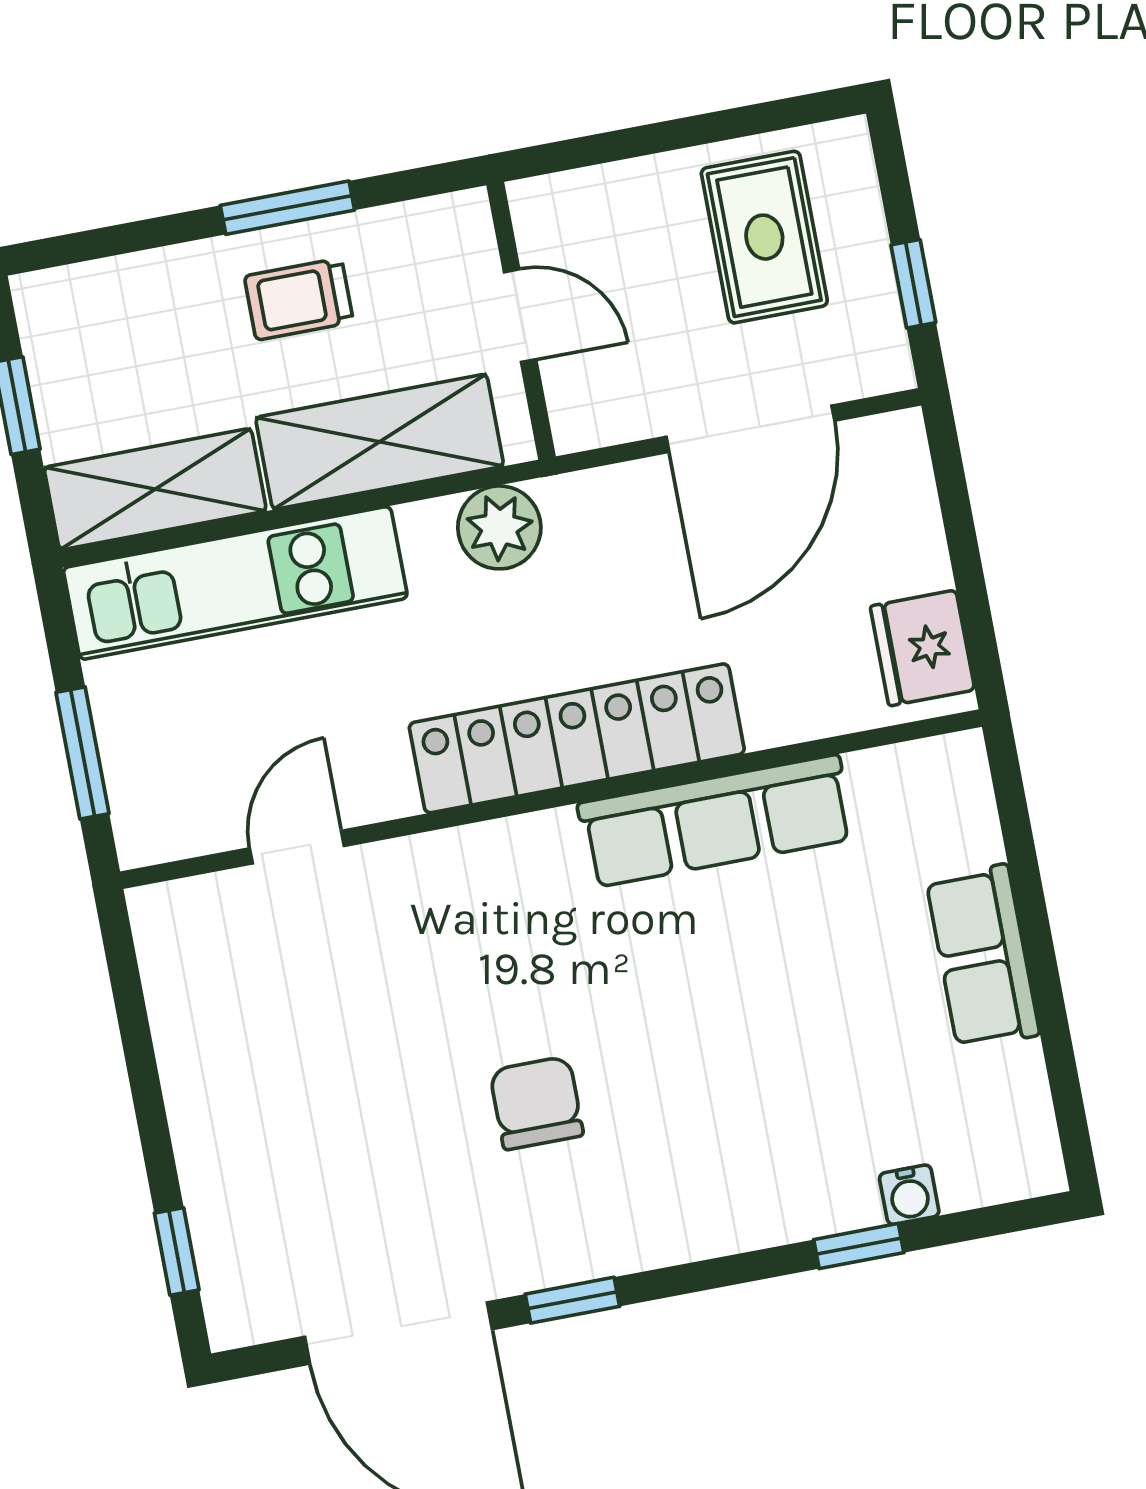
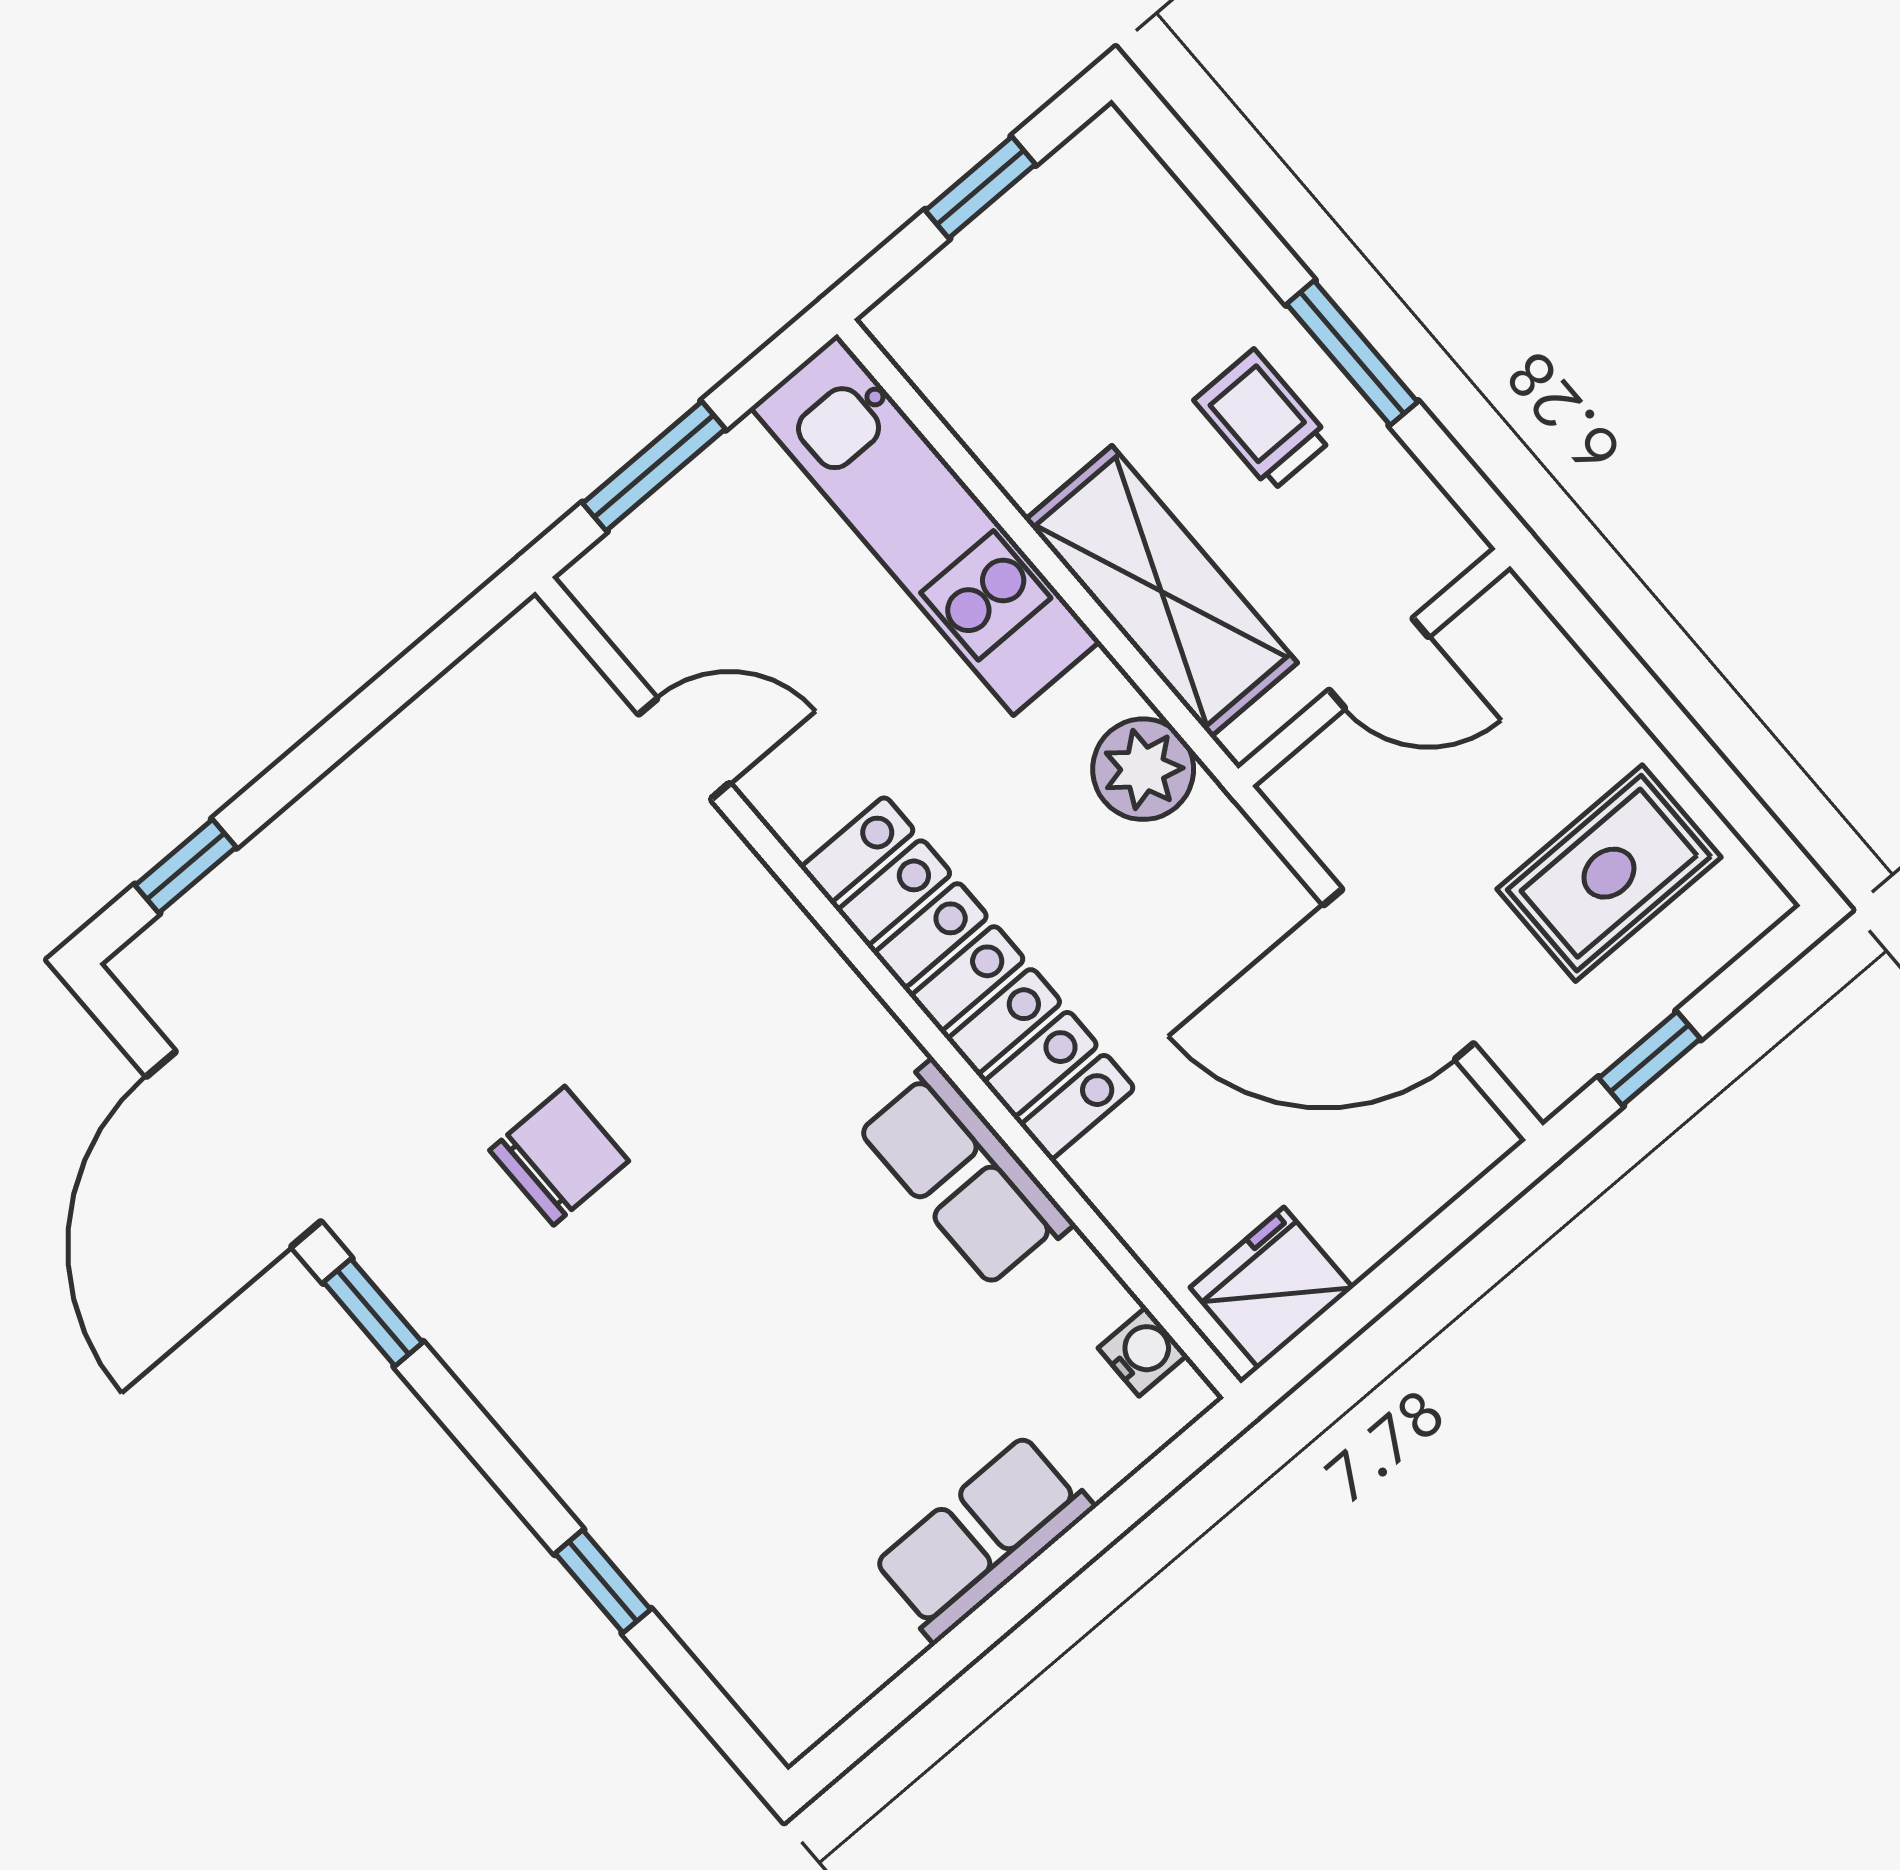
door: (520, 316) -> (1379, 663), hinge flipped
shelving: (155, 489) -> (976, 384), removed
row of seats: (716, 821) -> (964, 1174), width x0.68
water cooler: (909, 1195) -> (1143, 1351), moved, turned 180

